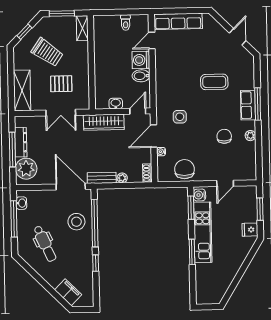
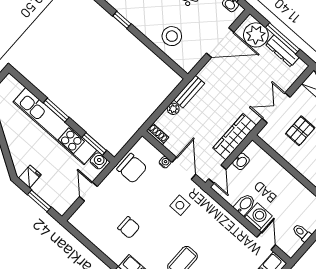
plant: (250, 136) -> (109, 250), removed
door: (71, 187) -> (220, 43), moved
window: (95, 223) -> (156, 50), removed
kitchen unit: (203, 232) -> (55, 126), width x1.36

